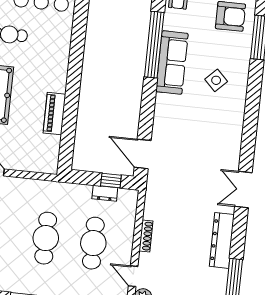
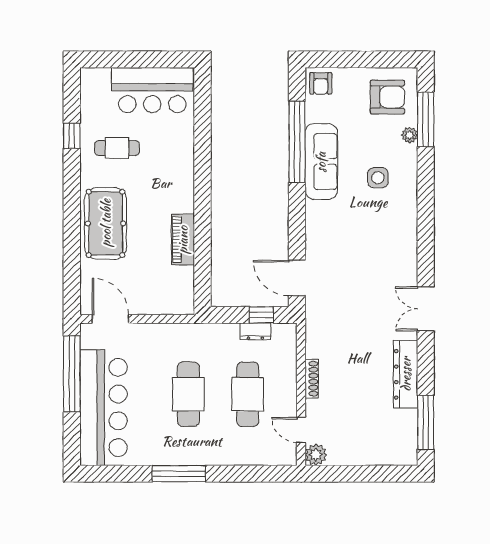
plant: (245, 49) -> (410, 135), added
side table: (216, 80) -> (378, 178), turned 45

